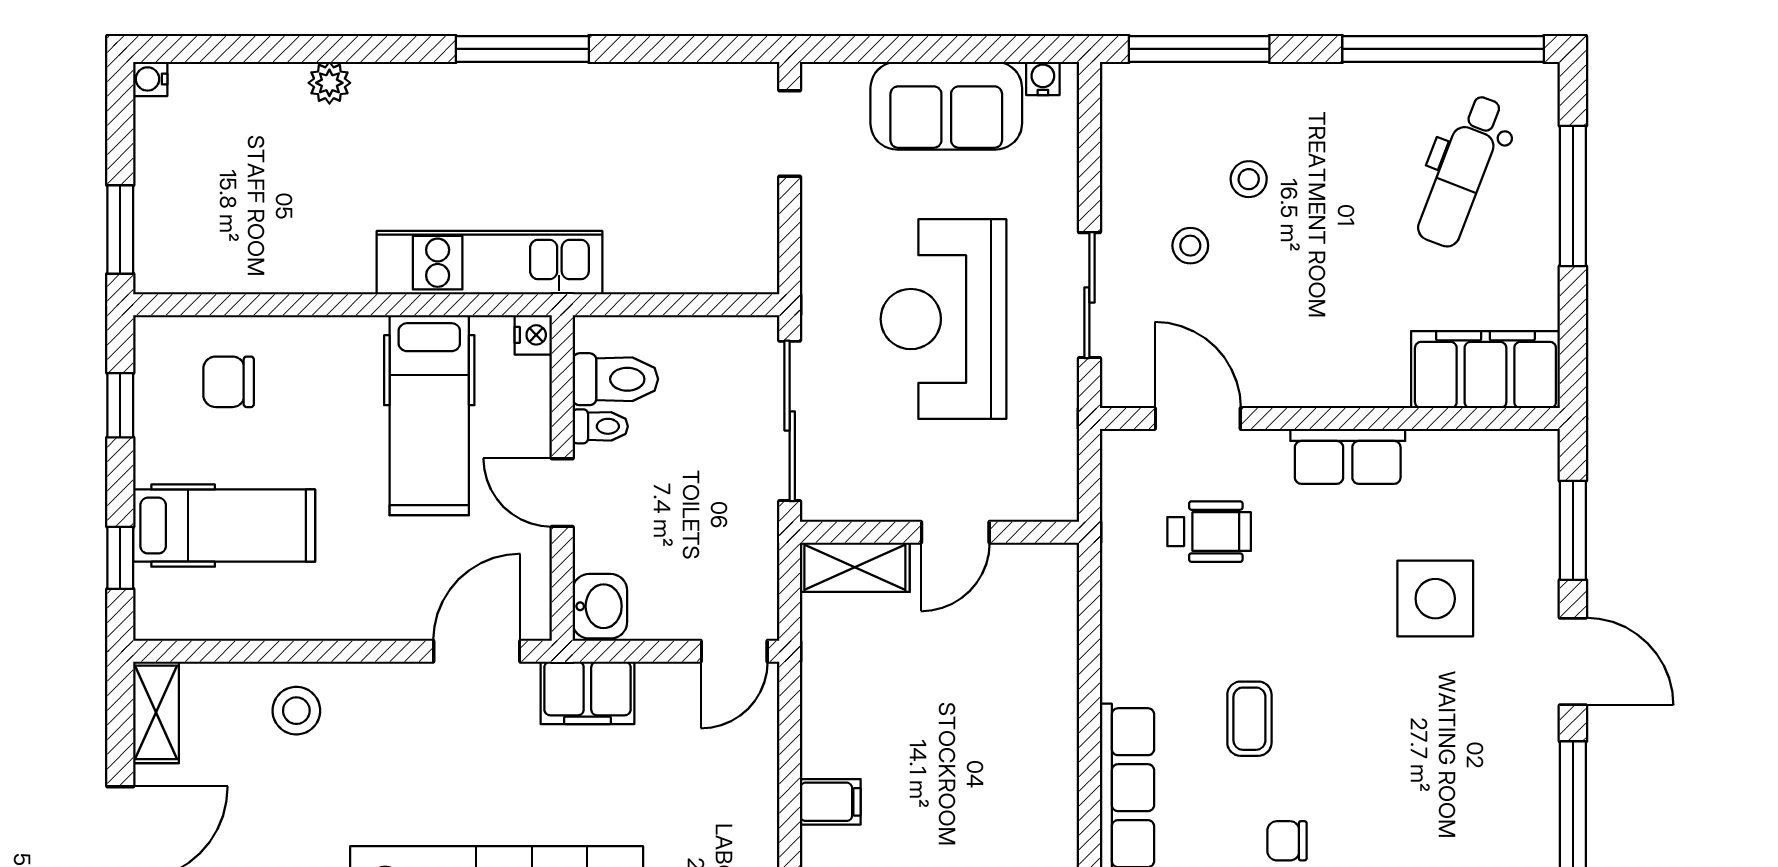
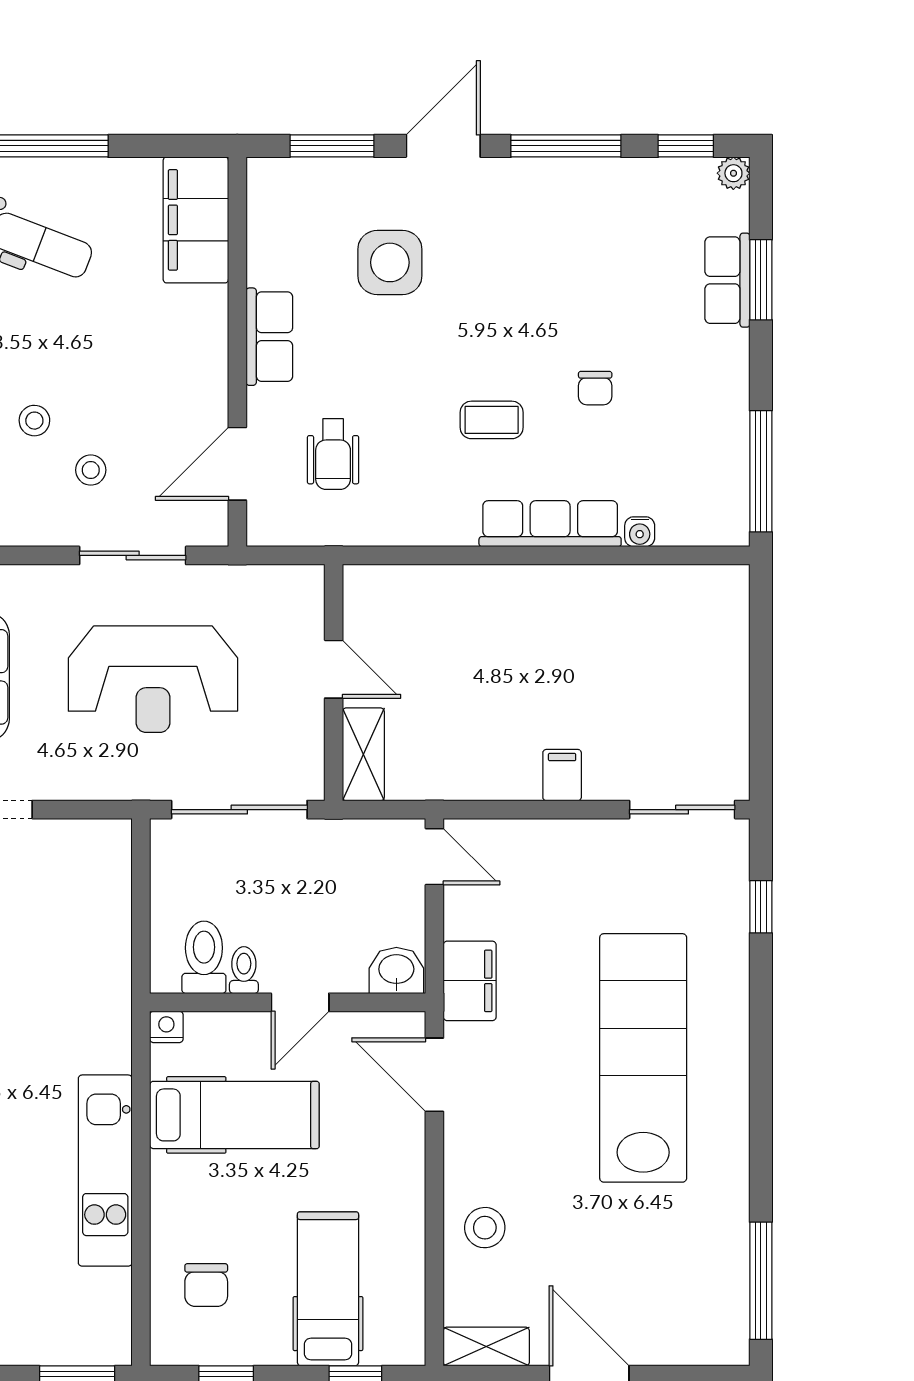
kitchen unit: (490, 263) -> (105, 1171), moved
wheelchair: (1209, 532) -> (333, 454), turned 180

